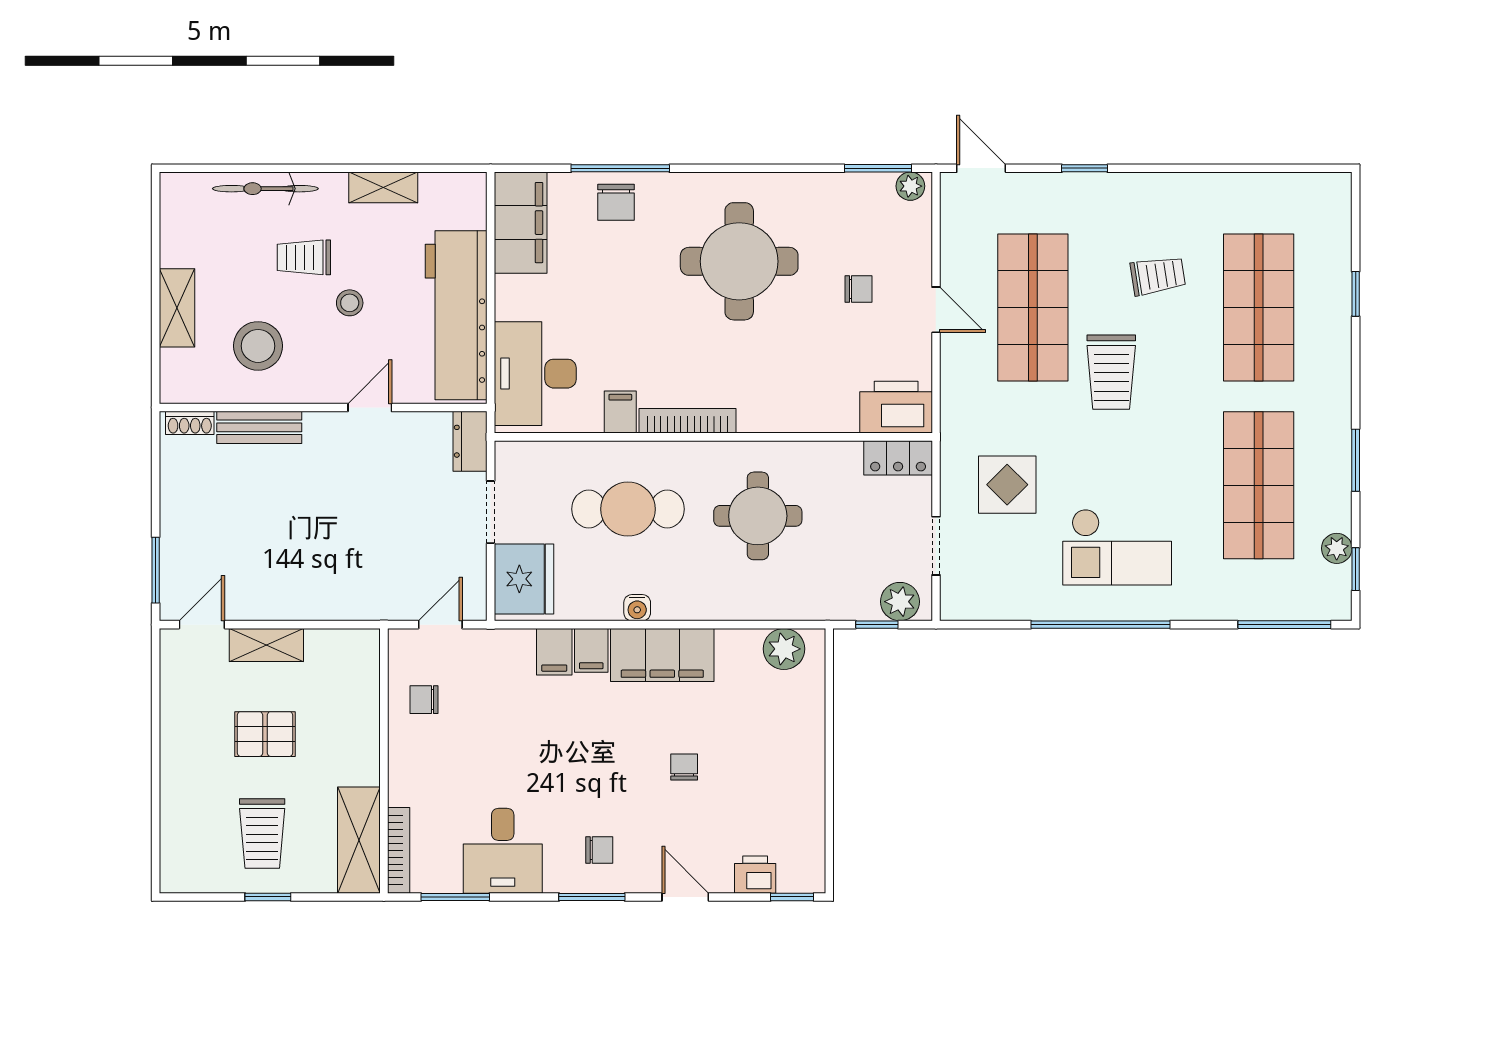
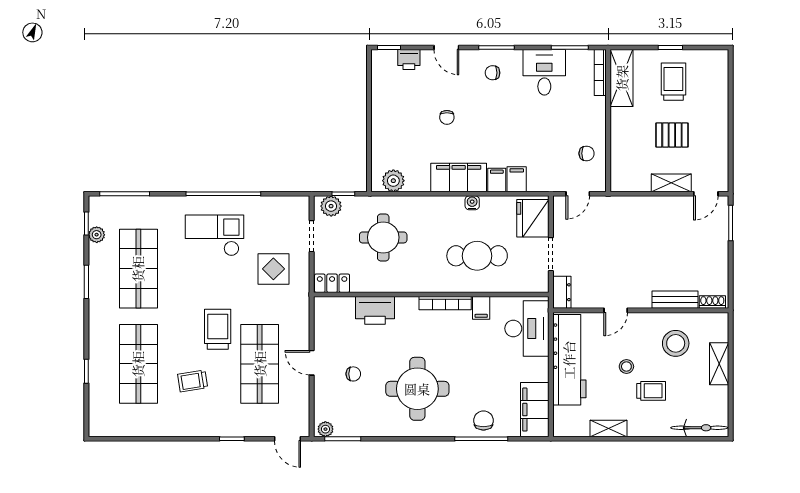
bicycle: (265, 189) -> (699, 428), moved
chair: (858, 289) -> (353, 374), turned 180
printer: (896, 407) -> (375, 310), moved
round table: (758, 516) -> (383, 237), moved

